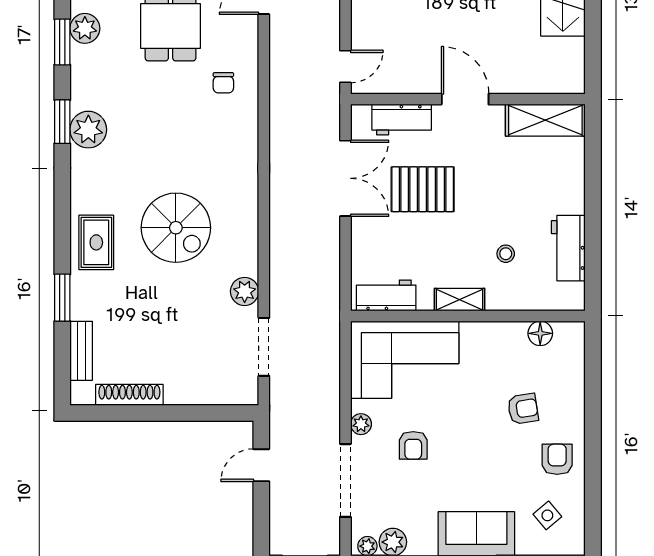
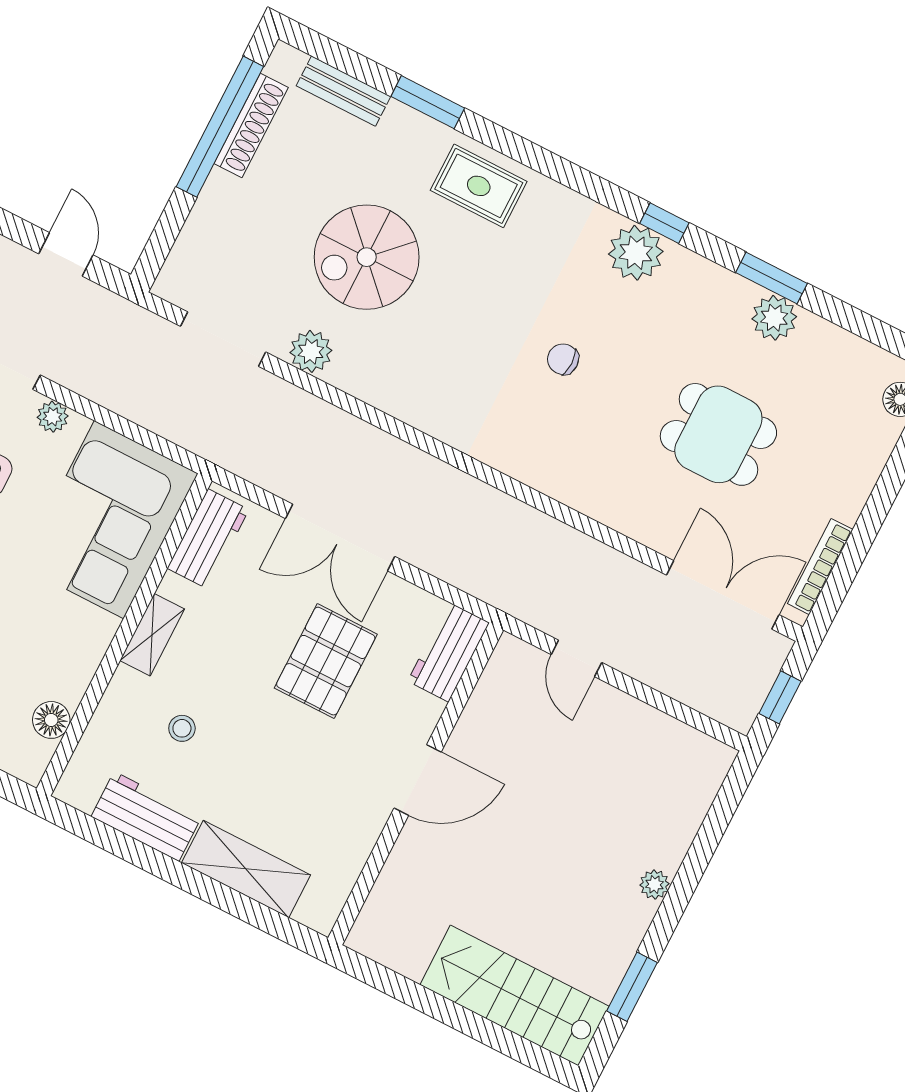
door: (345, 67) -> (576, 658), moved
chair: (223, 83) -> (563, 359), moved
workbench: (402, 120) -> (448, 652), moved
shelving: (545, 120) -> (246, 869), moved, turned 90
window: (62, 122) -> (664, 223), width x0.67
double door: (345, 178) -> (340, 537), moved
spiral stairs: (176, 228) -> (367, 257), moved
window: (139, 413) -> (220, 127), added

